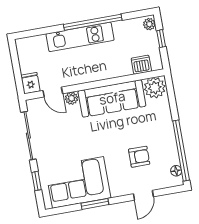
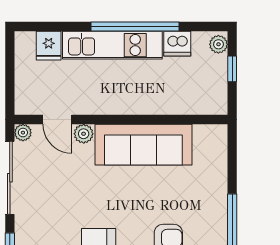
dishwasher: (141, 65) -> (177, 44), moved, turned 180
fridge: (30, 83) -> (49, 46), moved, turned 180
plant: (155, 88) -> (23, 133), moved, width x0.53, depth x0.53

